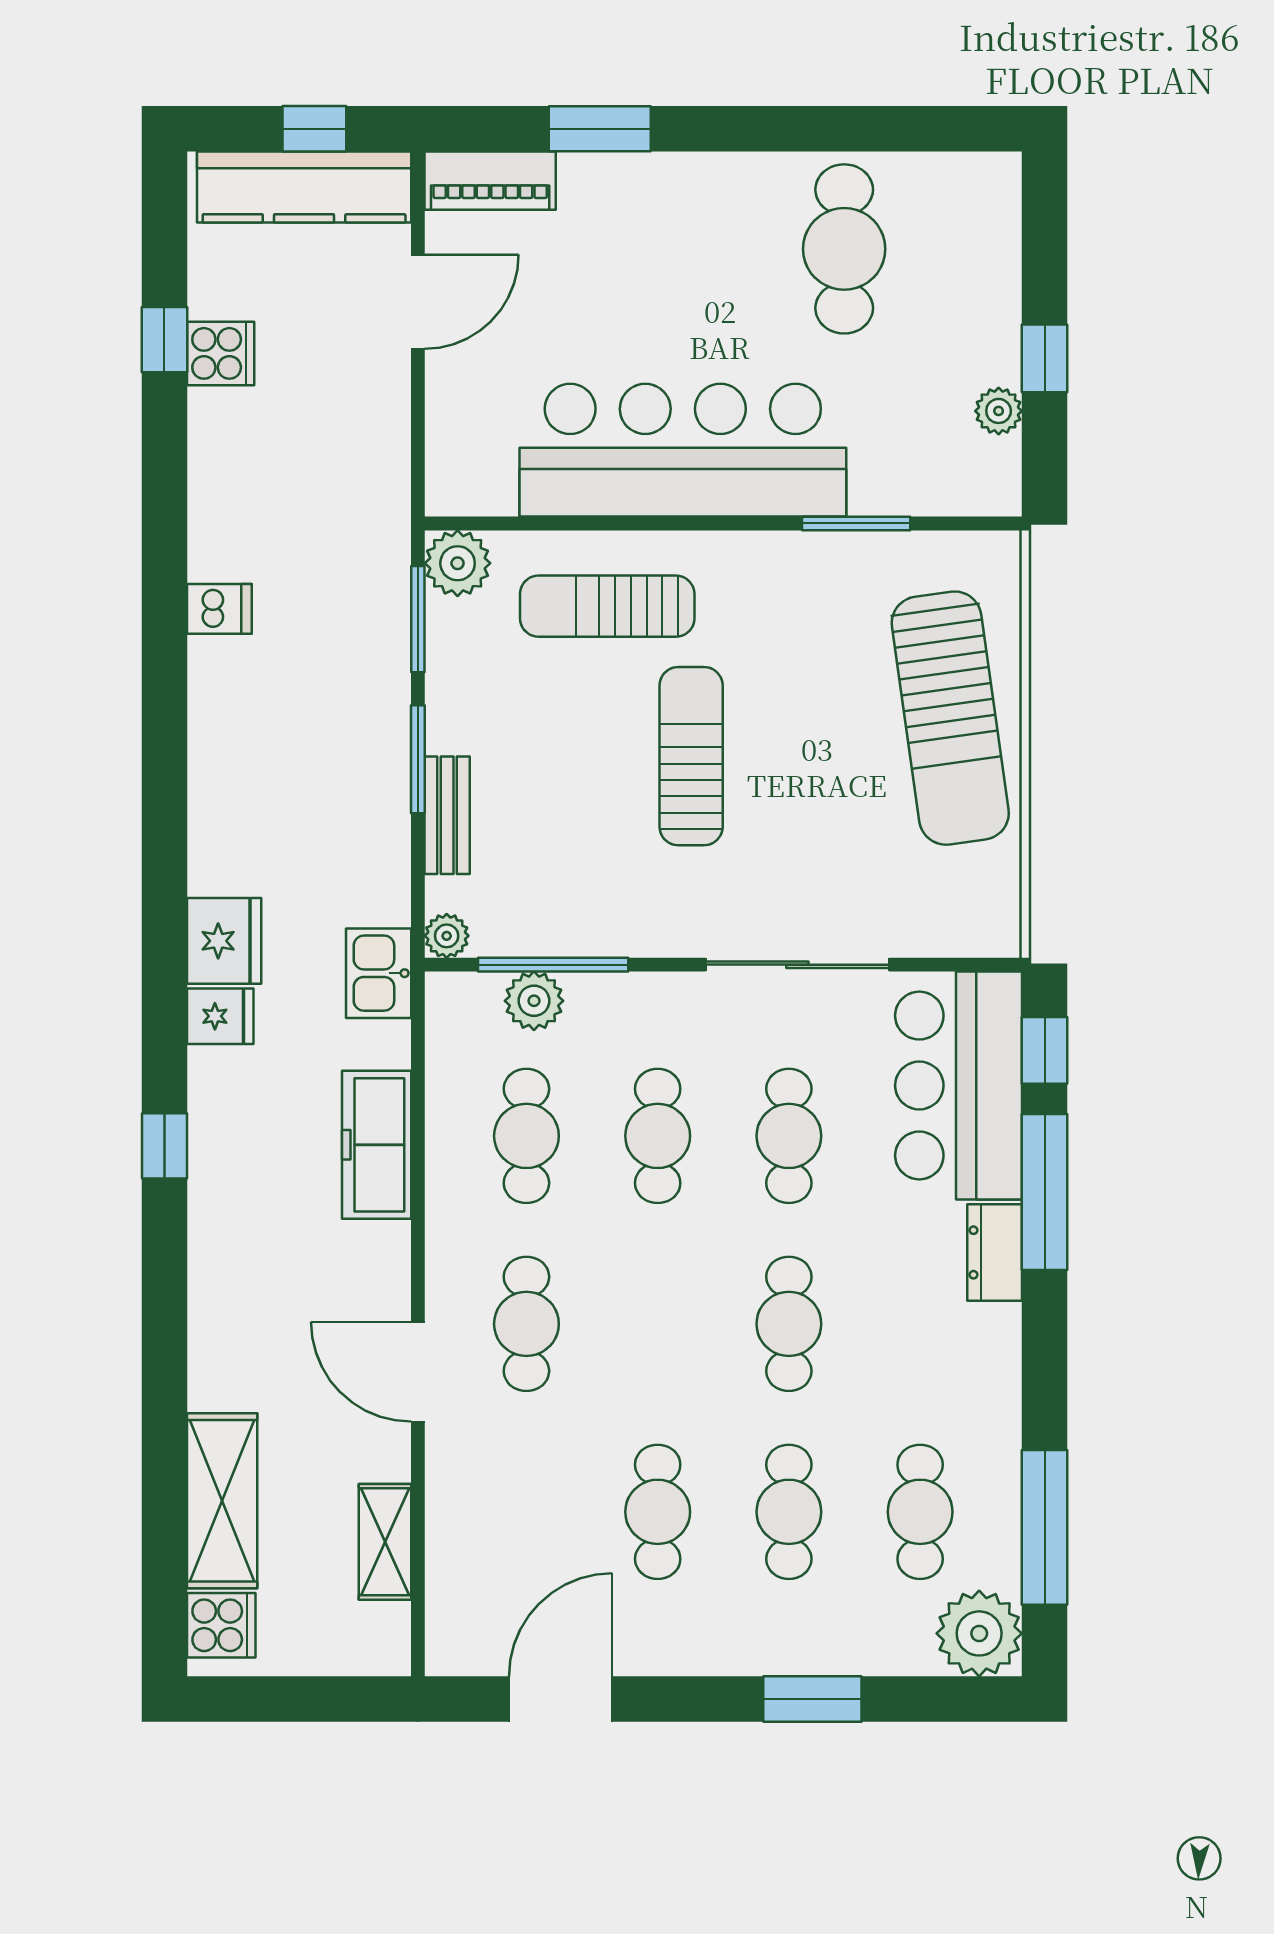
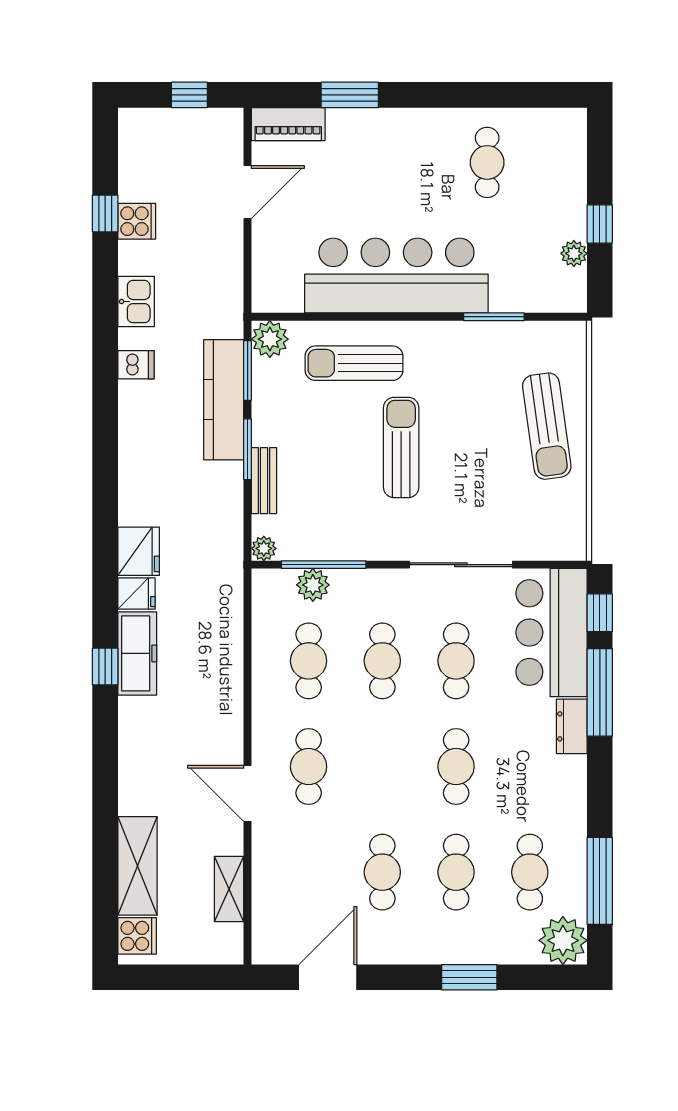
kitchen counter: (304, 187) -> (224, 400), moved, turned 90
cafe table: (844, 249) -> (487, 162), width x0.73, depth x0.74
sun lounger: (950, 718) -> (547, 426), width x0.73, depth x0.75
kitchen sink: (379, 973) -> (136, 302), moved, turned 180
freezer: (377, 1145) -> (137, 653), moved, turned 180

